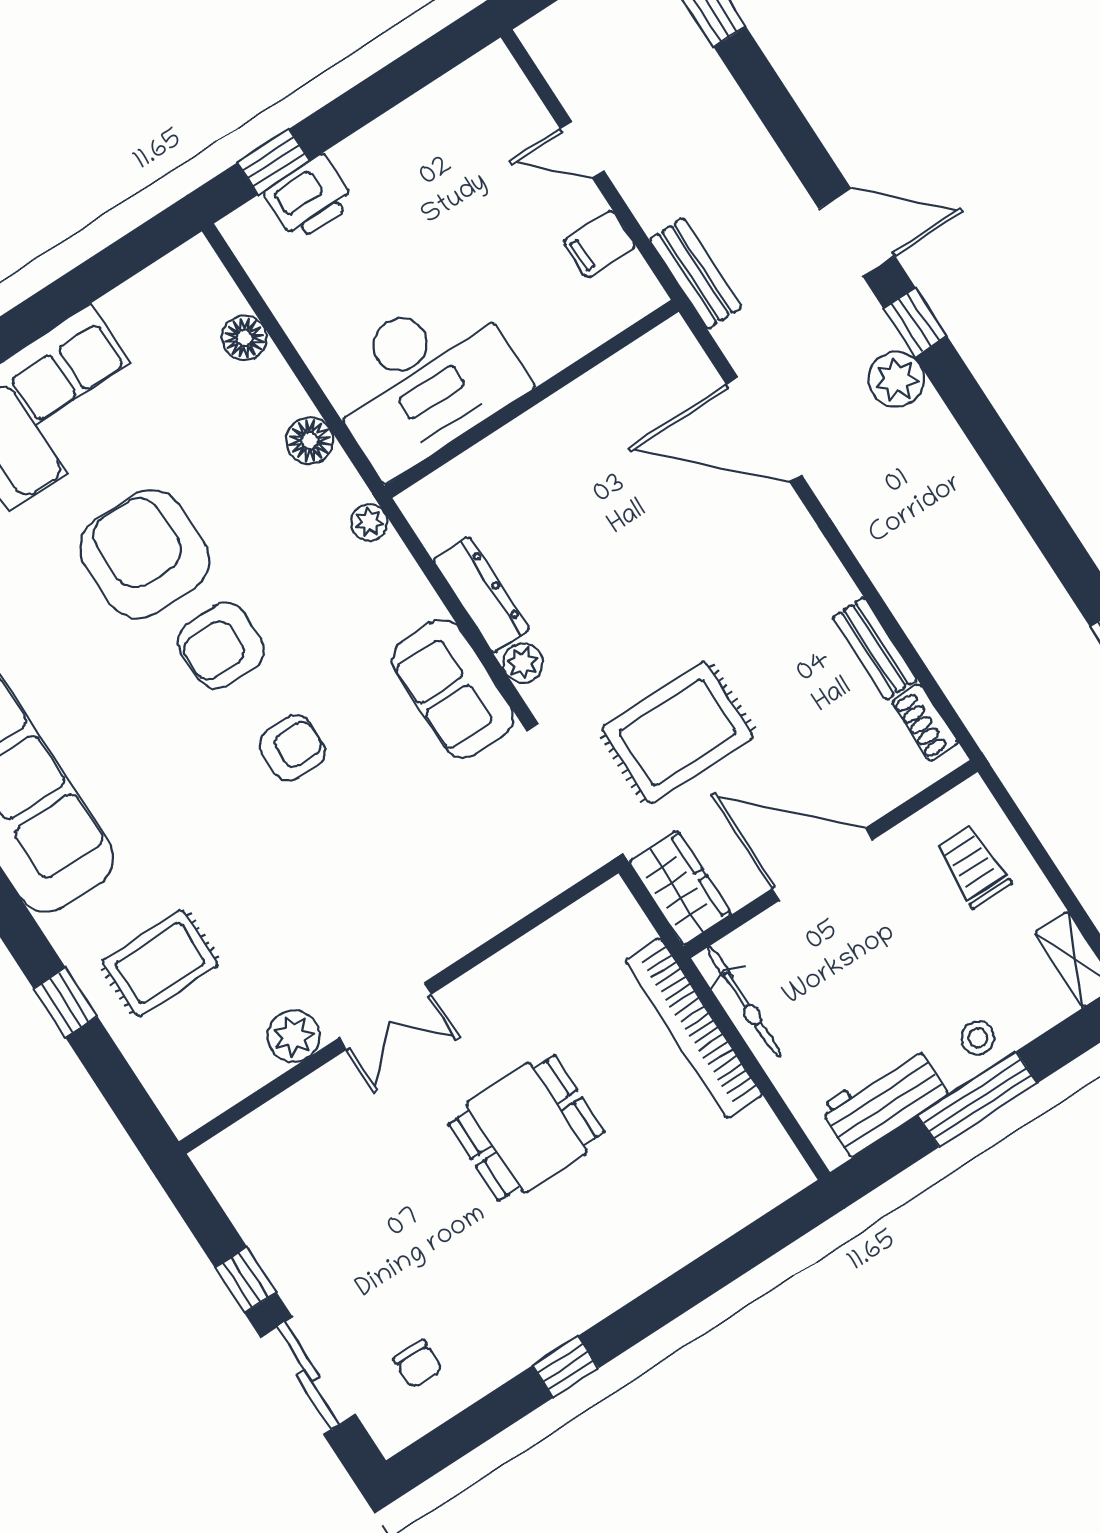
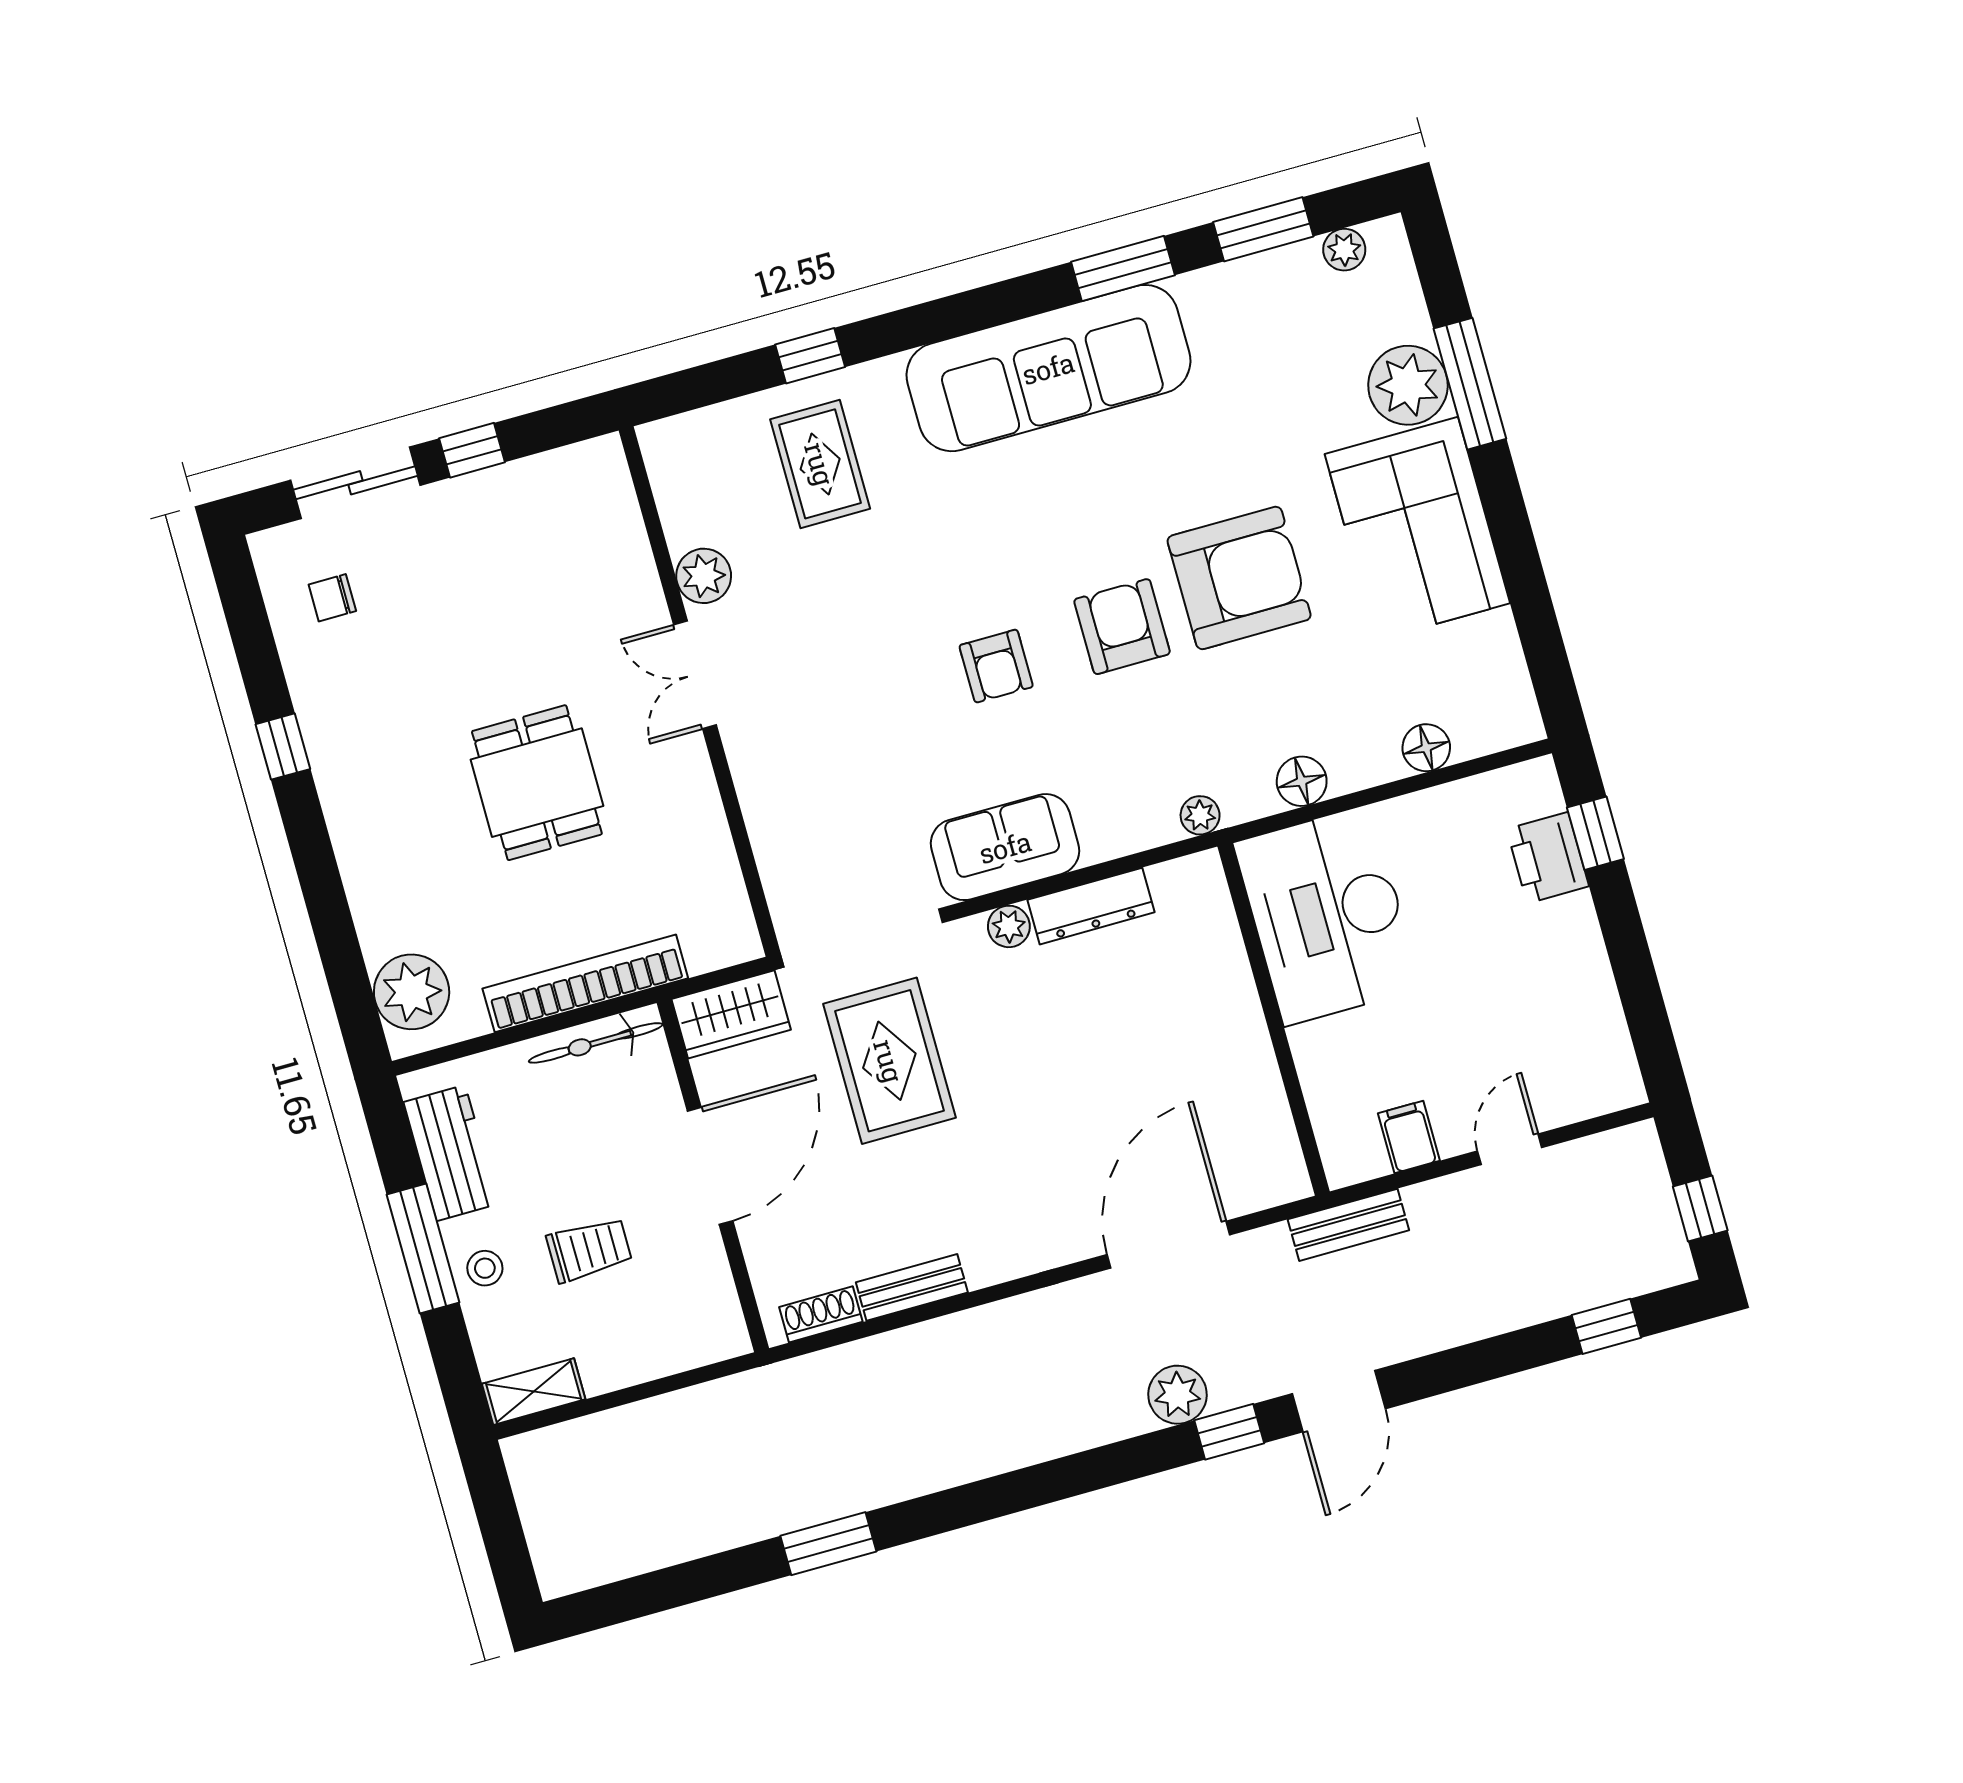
trolley: (973, 866) -> (589, 1250), moved
plant: (750, 1182) -> (412, 992), added

